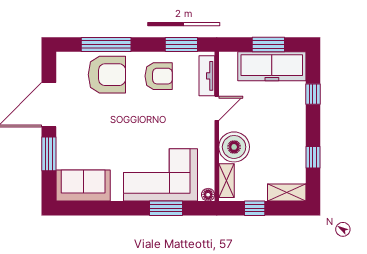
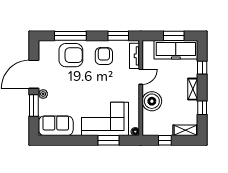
armchair: (159, 76) -> (104, 56), turned -90
plant: (63, 136) -> (43, 94), added
shelving: (227, 181) -> (193, 89), moved

